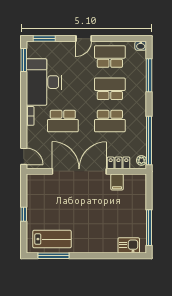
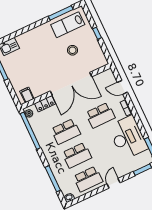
school desk: (63, 121) -> (100, 115), turned 180
school desk: (110, 121) -> (66, 131), turned 180
door: (24, 156) -> (122, 87), moved
filing cabinet: (117, 182) -> (27, 95), moved
stool: (60, 208) -> (72, 50), added

